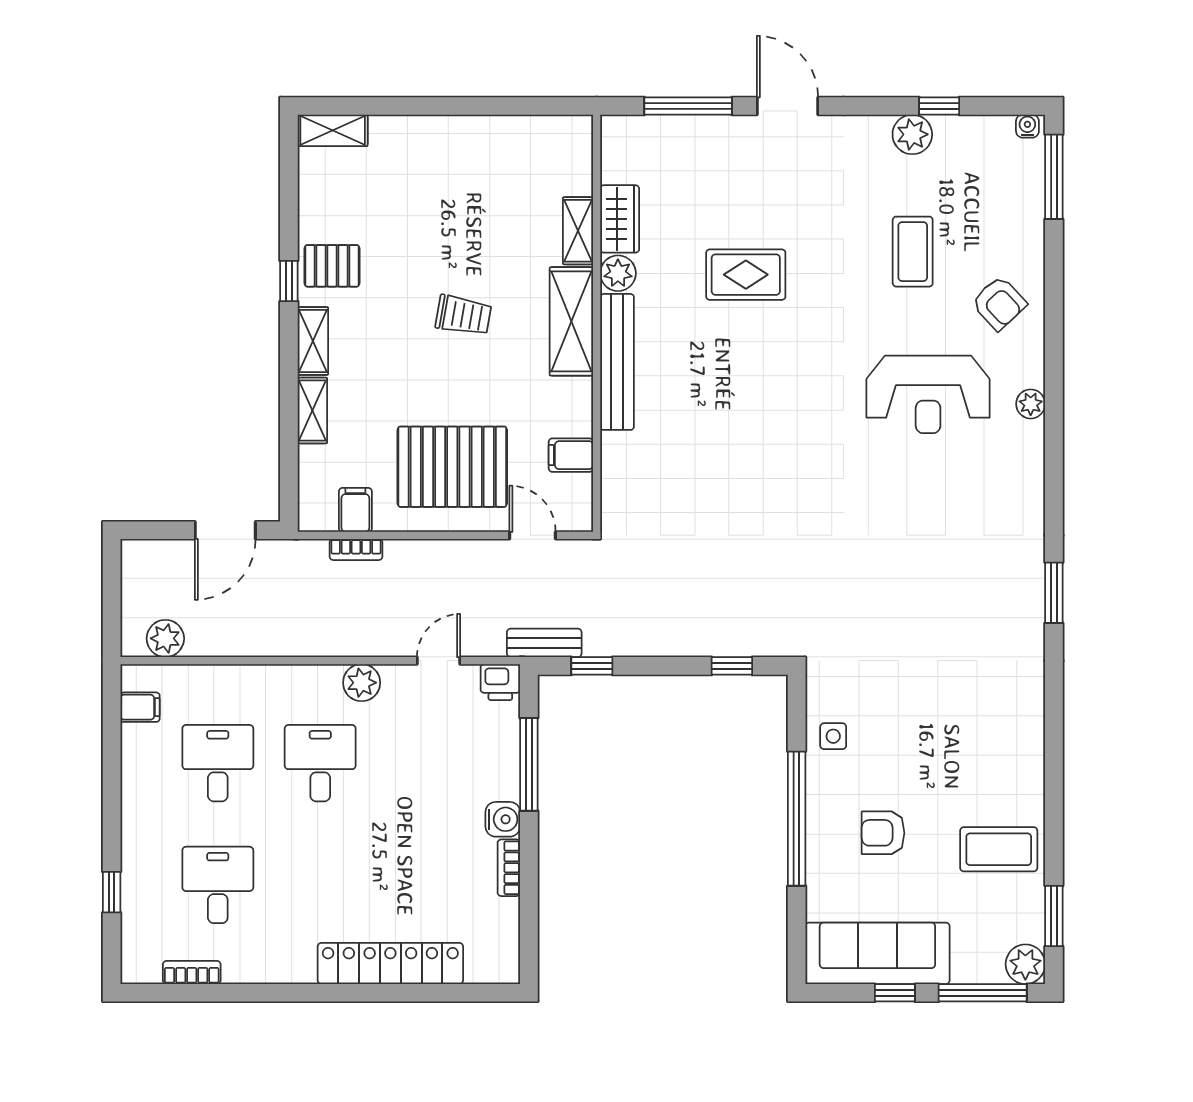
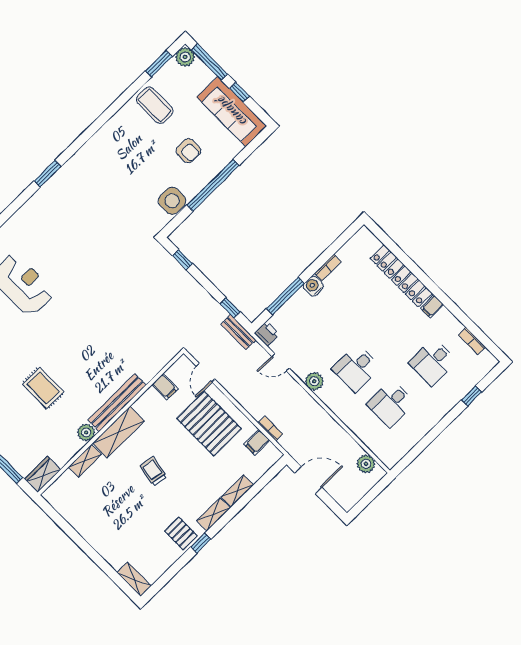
wardrobe: (620, 219) -> (43, 474), moved
filing cabinet: (140, 707) -> (432, 307), moved, turned -90
side table: (833, 736) -> (172, 201), width x1.87, depth x1.87

